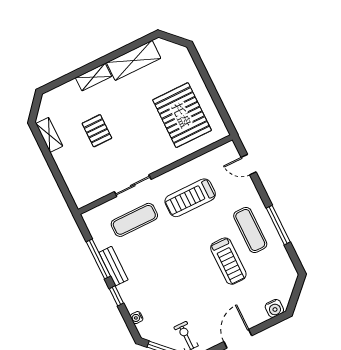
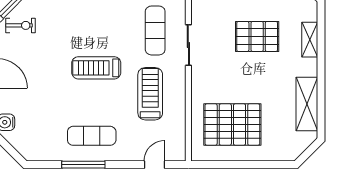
shelving: (94, 77) -> (310, 40), moved
pallet: (97, 131) -> (257, 36), width x1.50, depth x1.42
treadmill: (228, 261) -> (96, 68), moved

